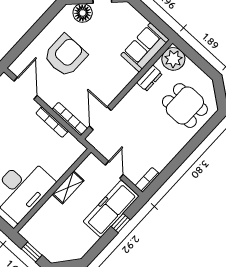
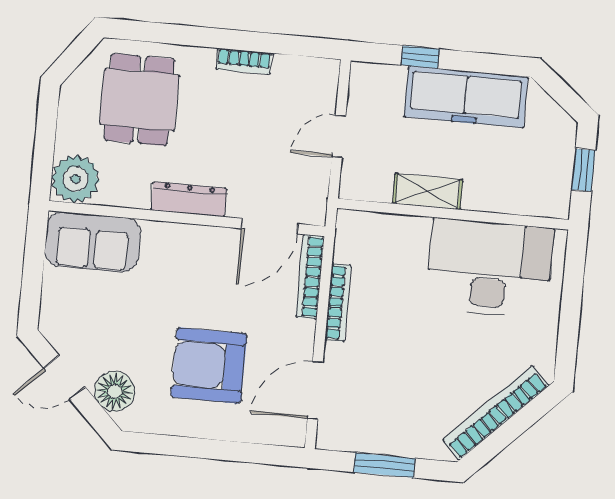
dresser: (149, 78) -> (189, 199), moved, width x1.44
bookcase: (147, 180) -> (244, 61), moved
freezer: (111, 209) -> (466, 97), moved

